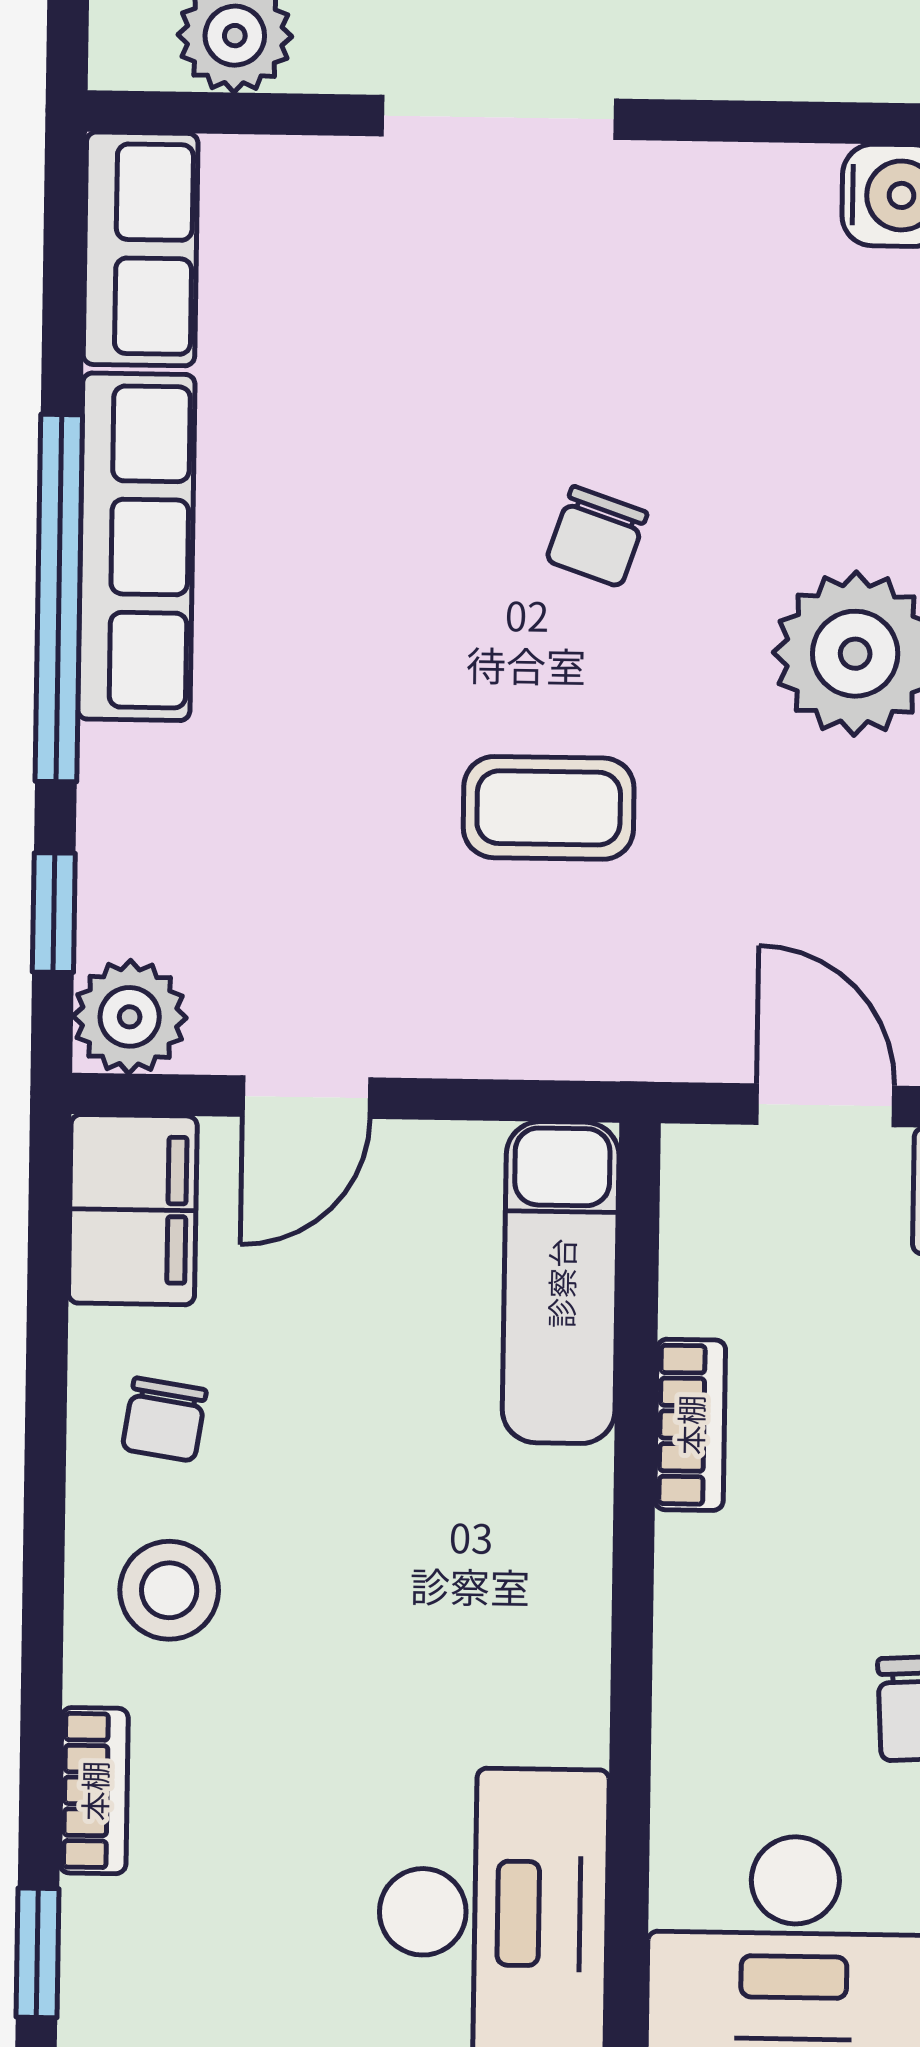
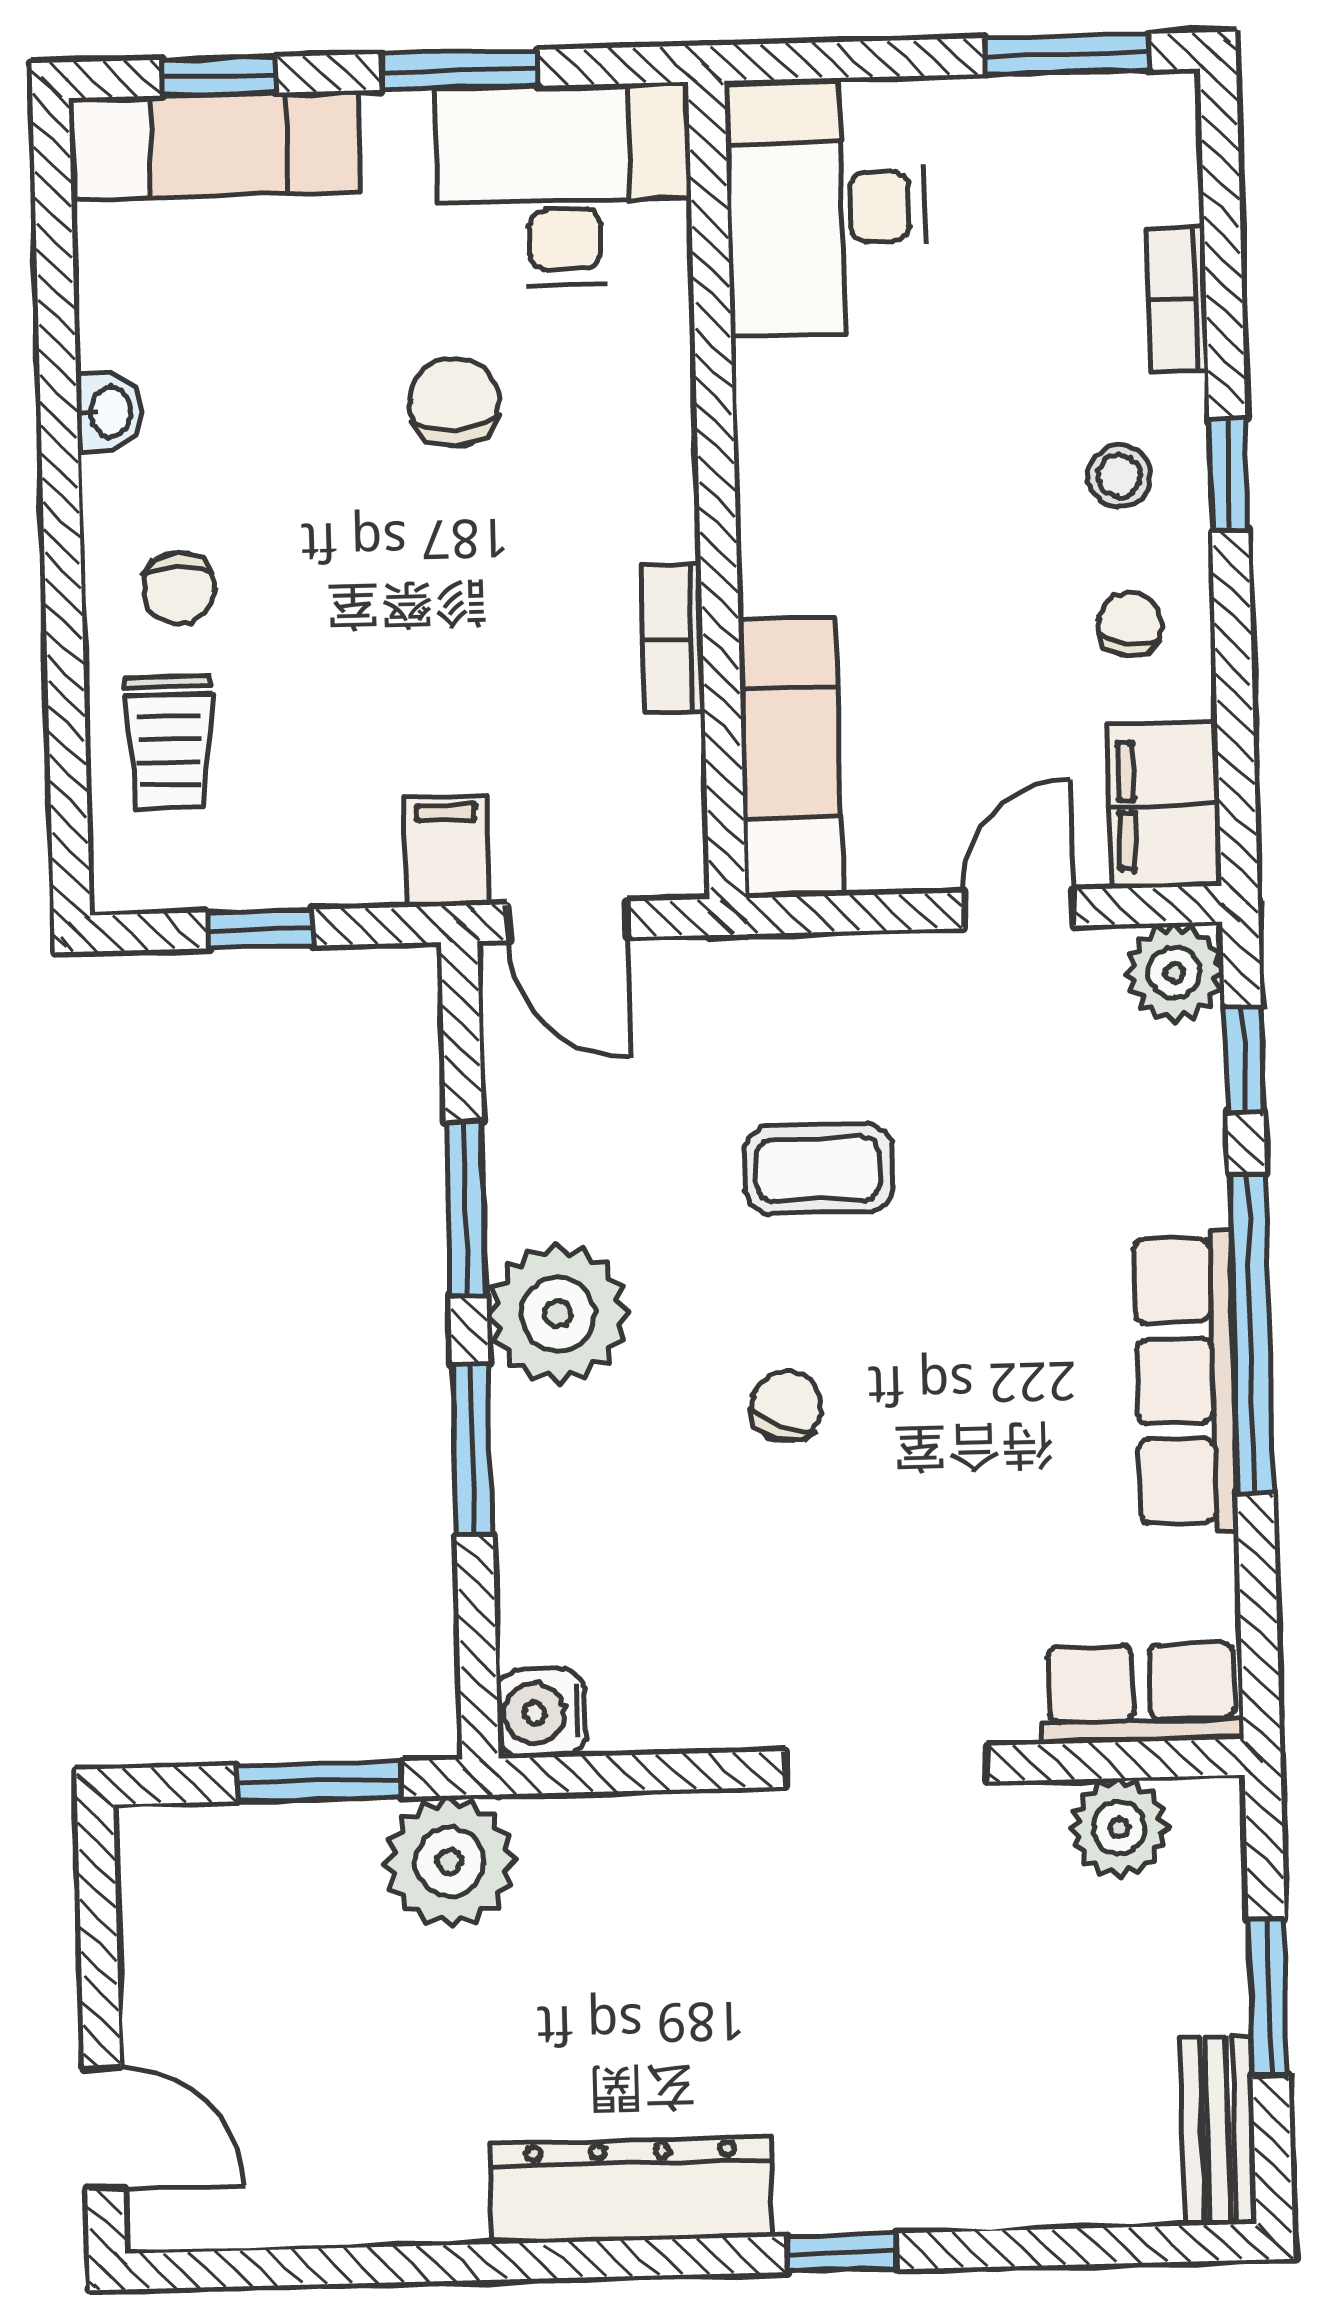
row of seats: (141, 249) -> (1142, 1693), moved, turned 90
stool: (169, 1590) -> (1119, 476), width x0.73, depth x0.73
window: (37, 1953) -> (1229, 475), moved

